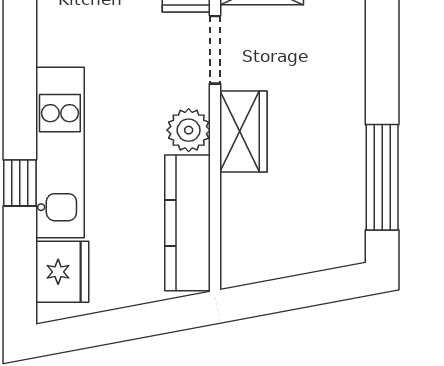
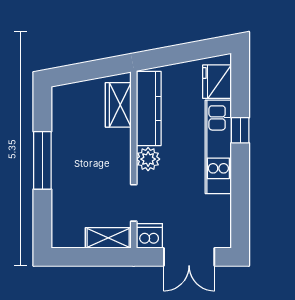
wardrobe: (243, 131) -> (118, 105), moved
window: (382, 177) -> (42, 160), moved

